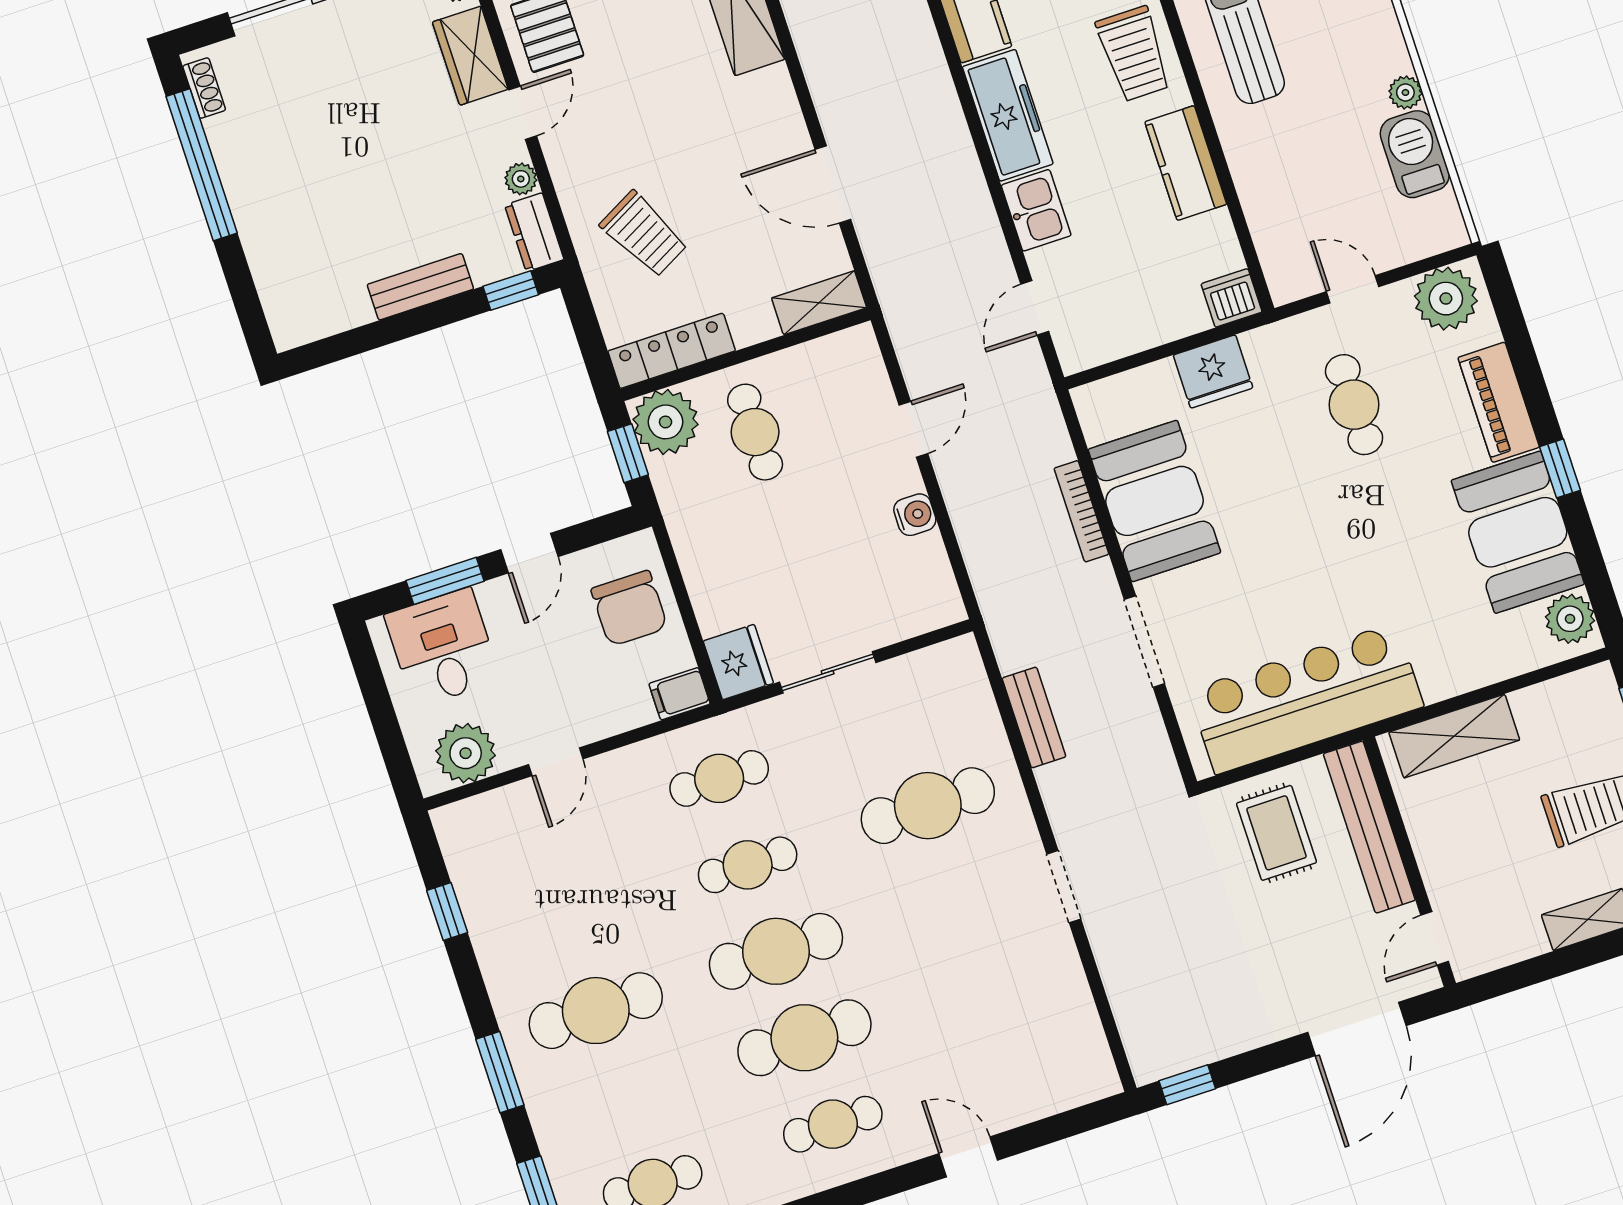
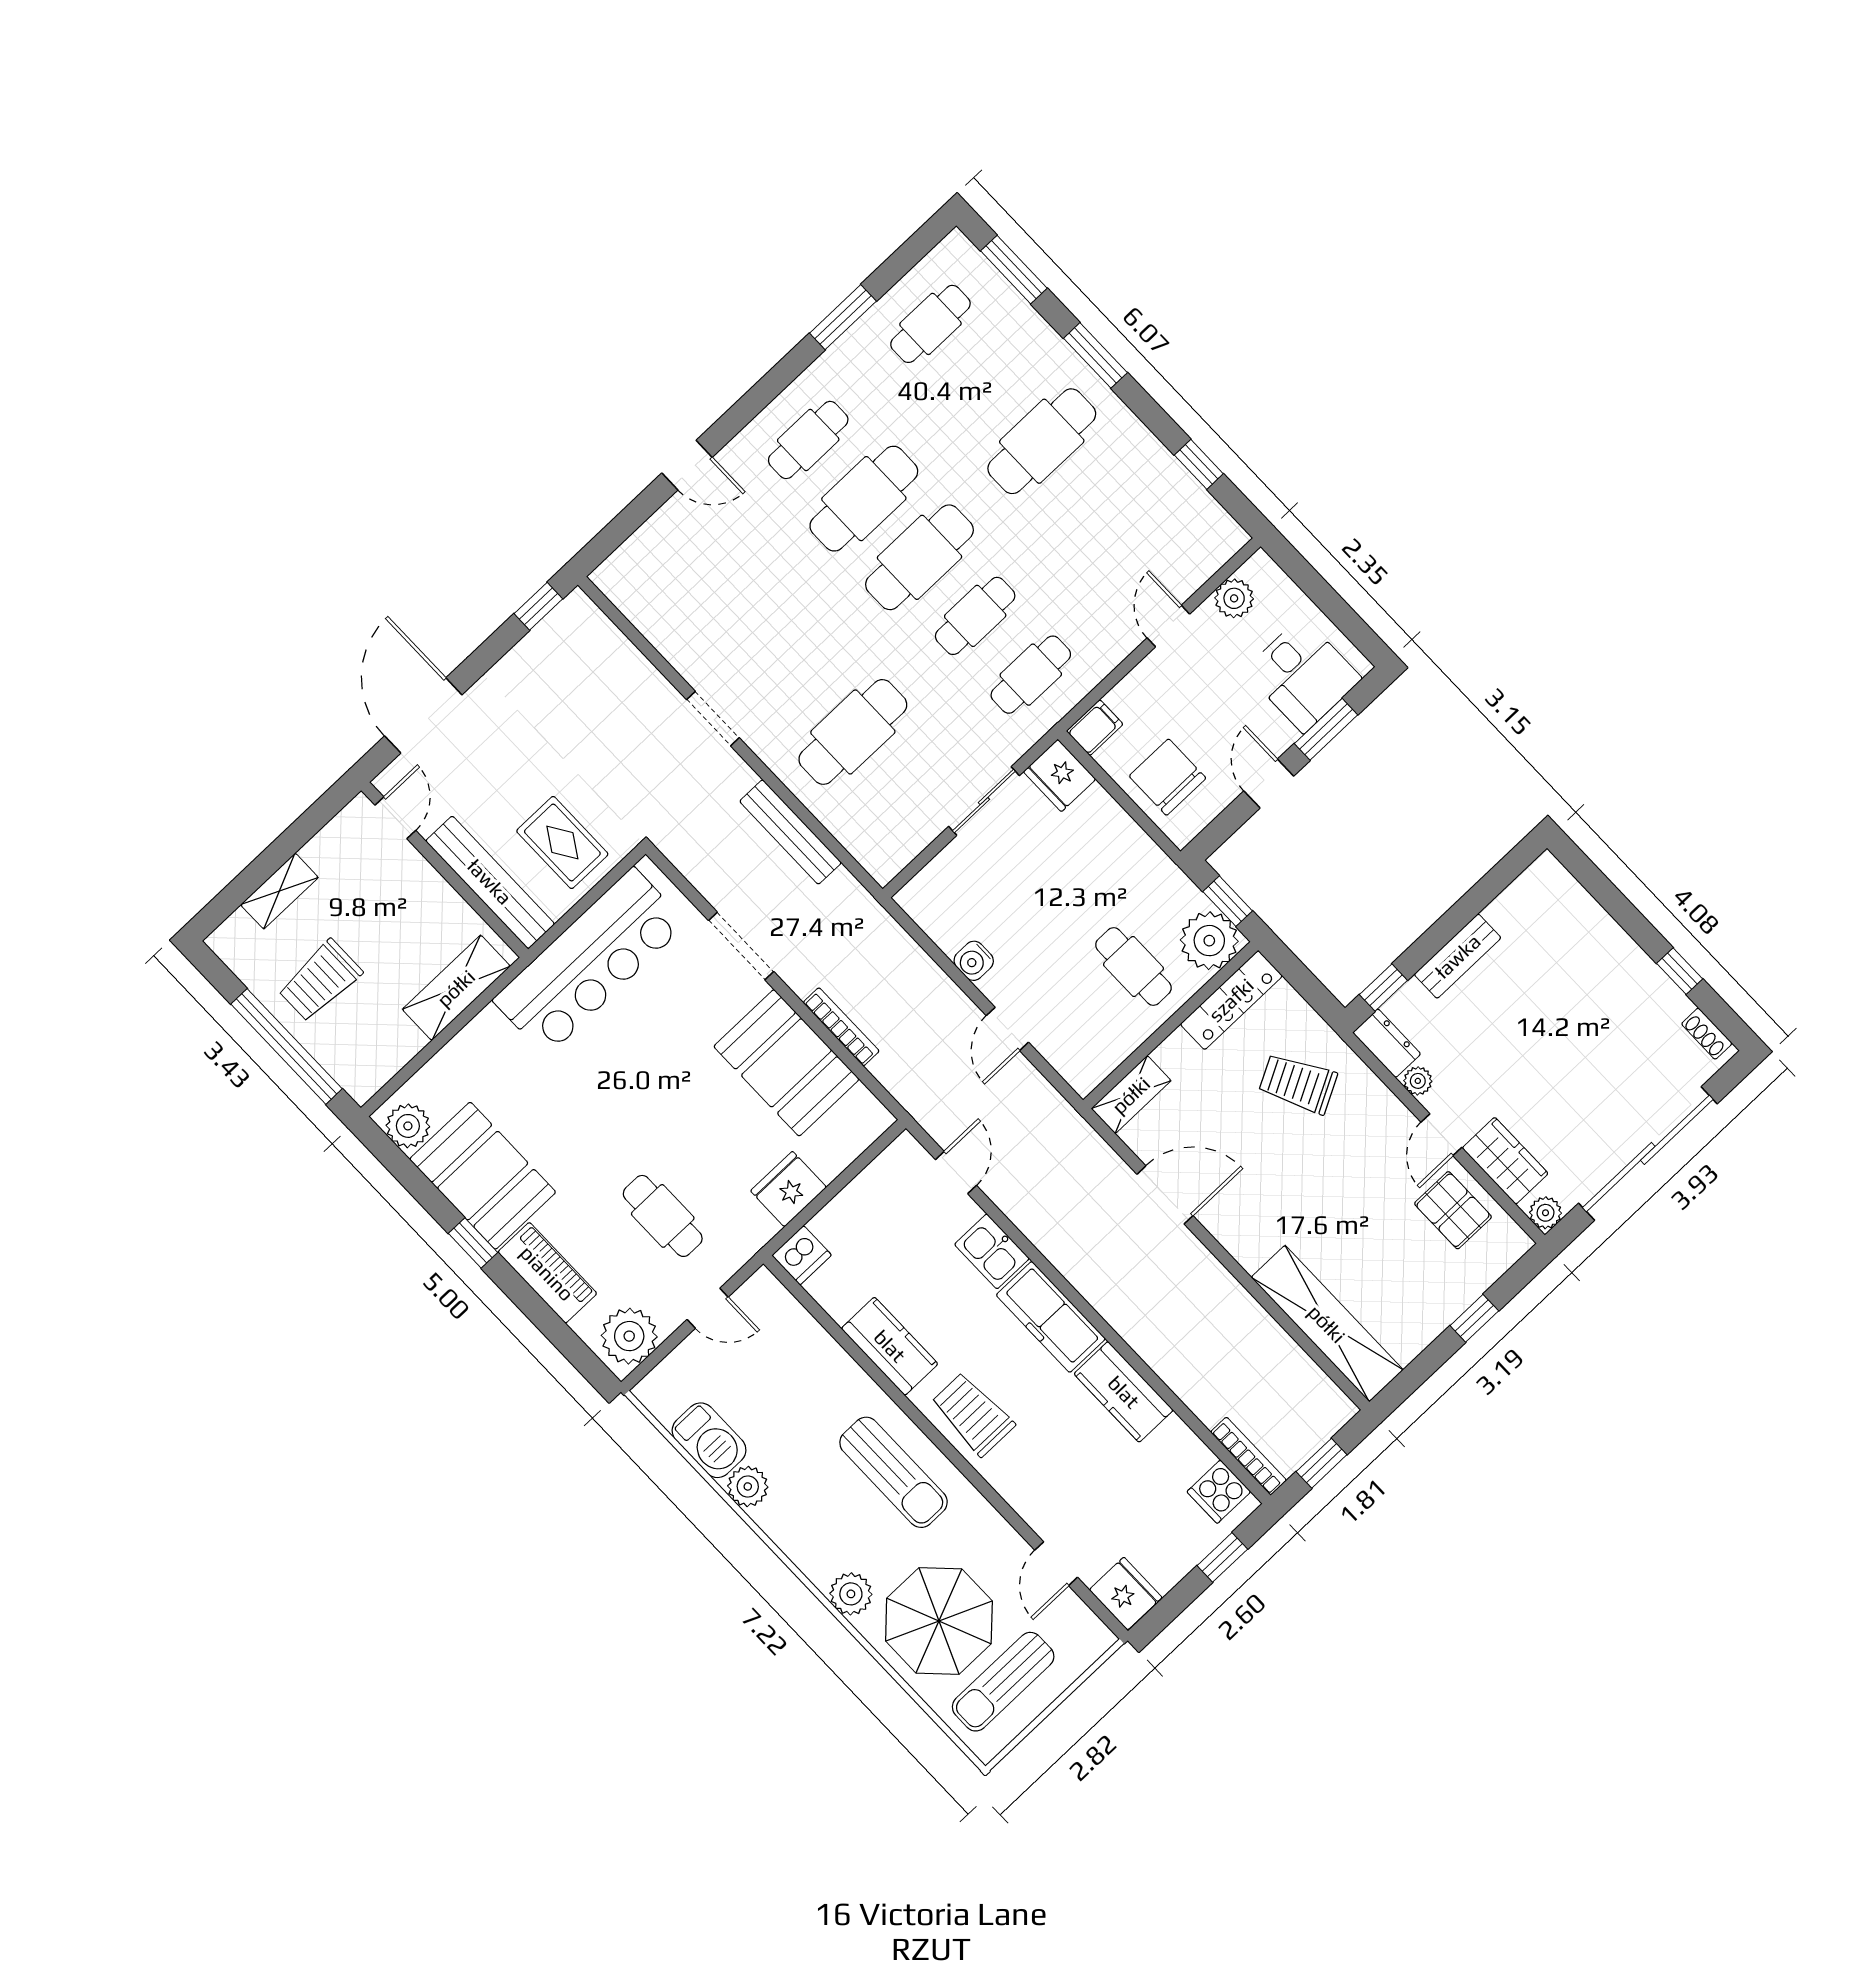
plant: (1405, 92) -> (748, 1486), width x1.38, depth x1.38
window: (202, 165) -> (1680, 971), width x0.32
bench: (1034, 717) -> (790, 832), width x1.36
plant: (466, 753) -> (1234, 598), width x0.73, depth x0.73

